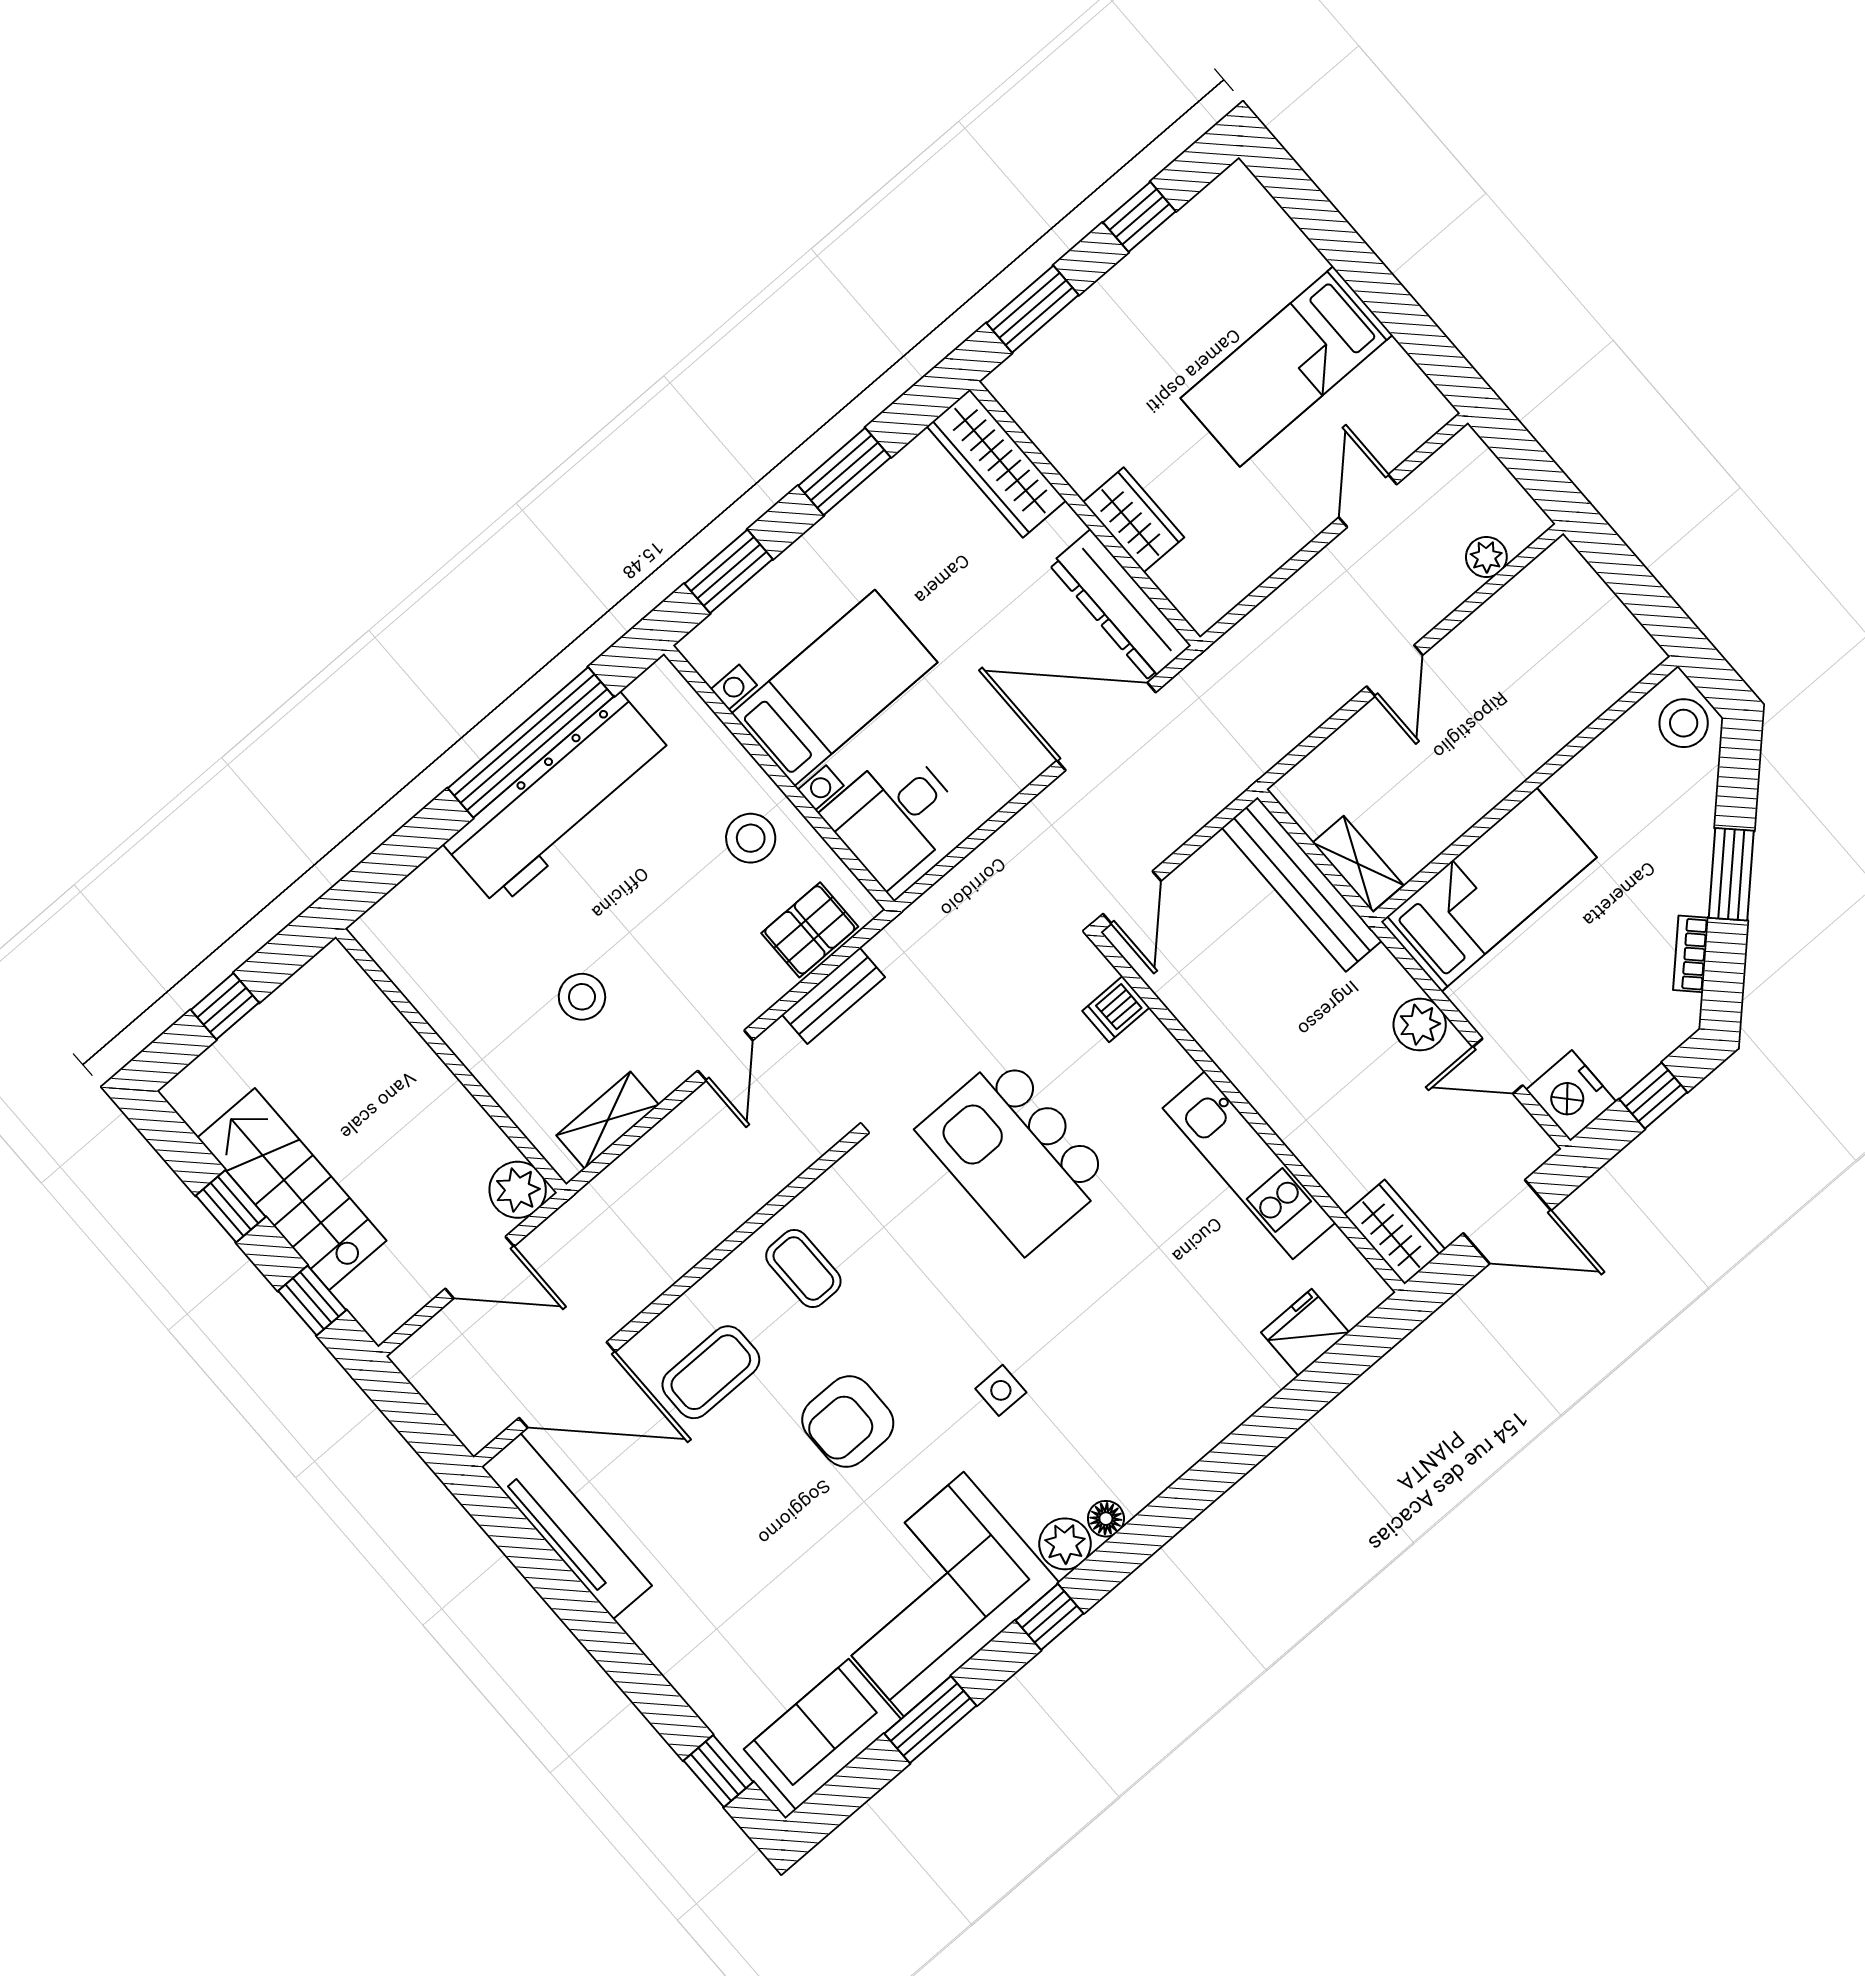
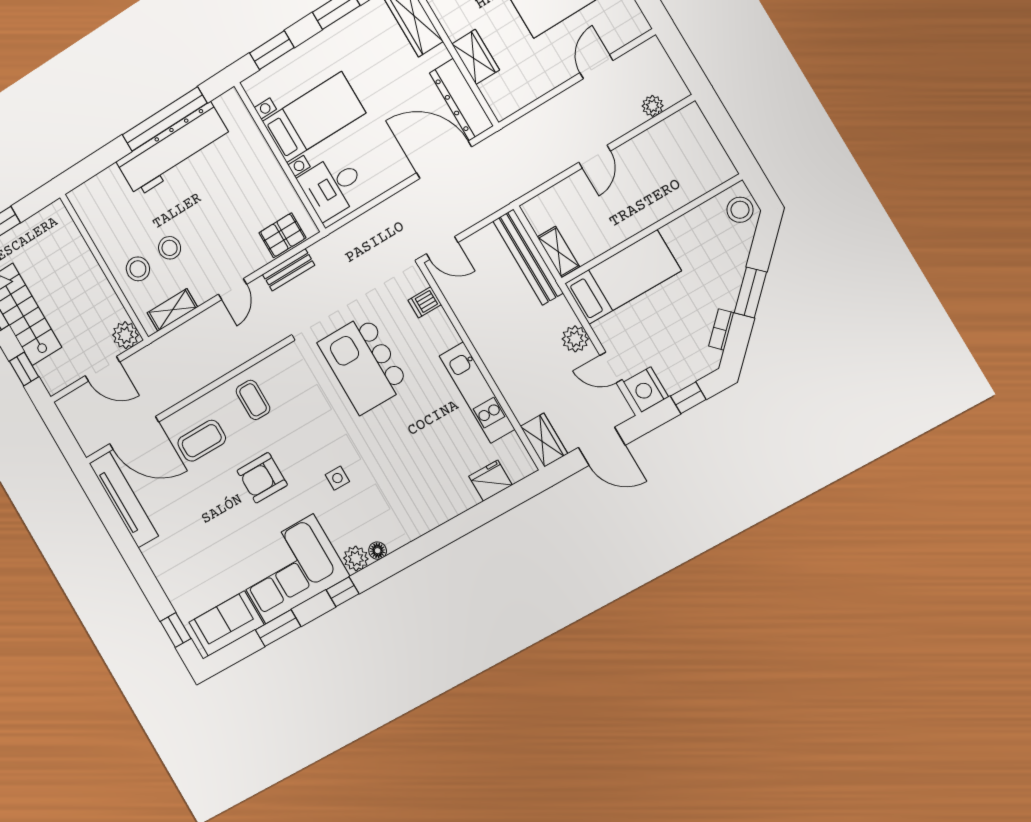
stool: (751, 838) -> (138, 269), moved
door: (1132, 897) -> (442, 248), hinge flipped

